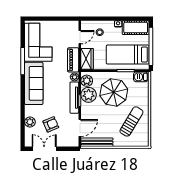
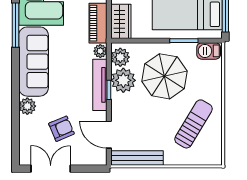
plant: (30, 122) -> (27, 106), moved
door: (80, 128) -> (109, 135), swing flipped

